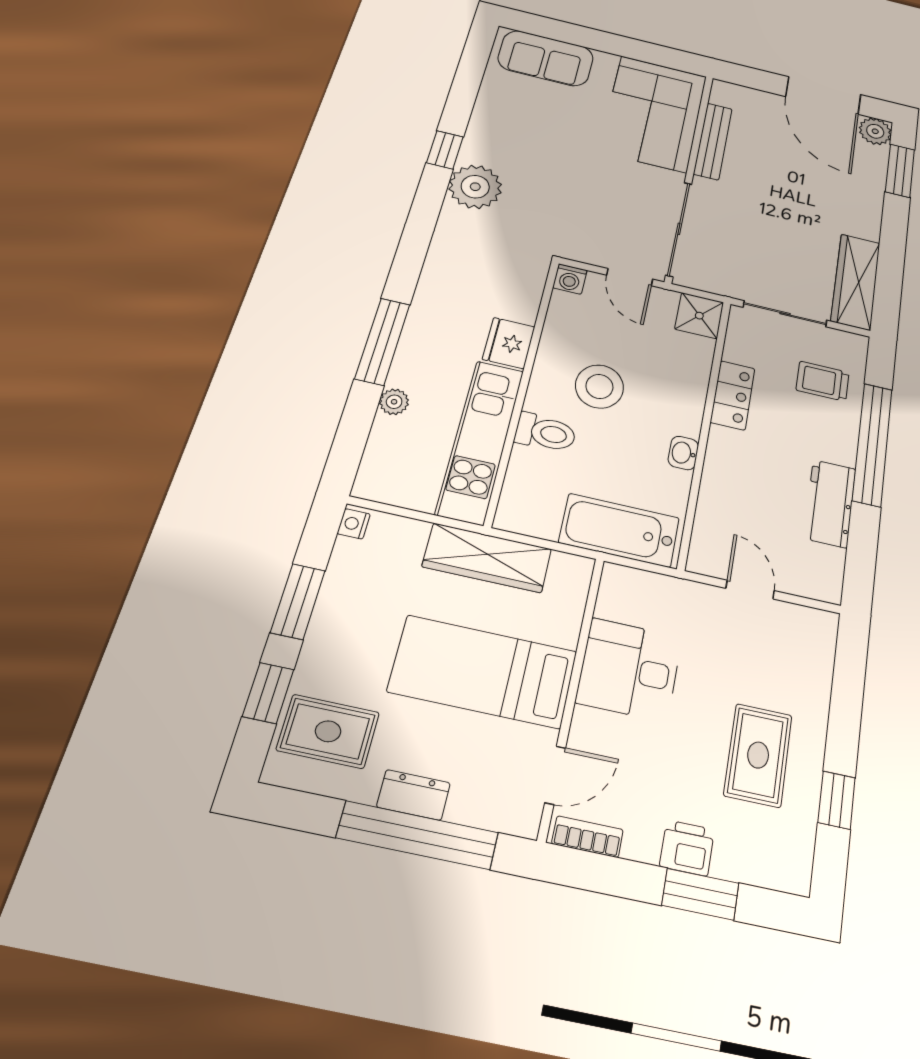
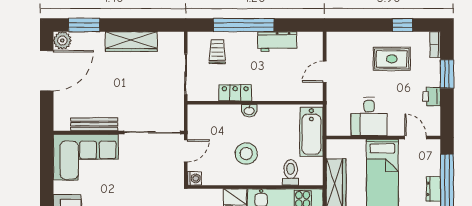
wardrobe: (856, 282) -> (131, 42), moved
shower: (699, 316) -> (198, 115), removed
trolley: (823, 381) -> (217, 52), turned 180
toilet: (546, 433) -> (291, 172), moved
washbasin: (683, 453) -> (249, 111), moved
bookcase: (588, 837) -> (435, 45), moved
printer: (687, 848) -> (432, 97), moved

